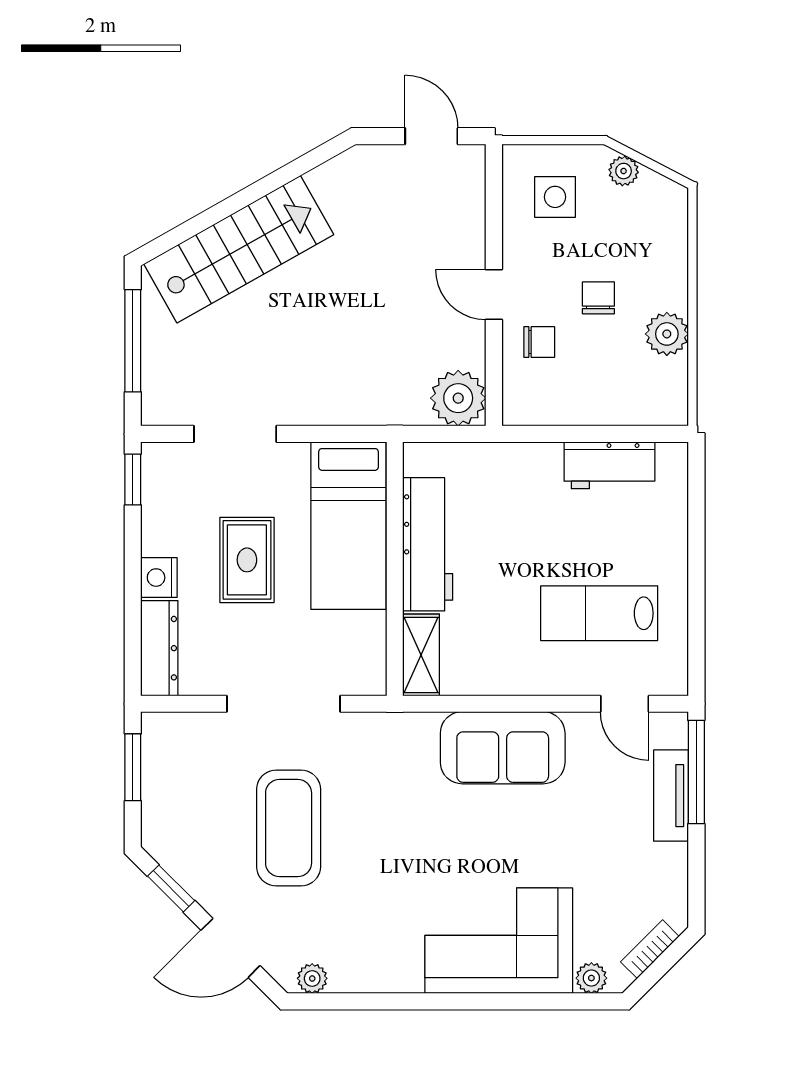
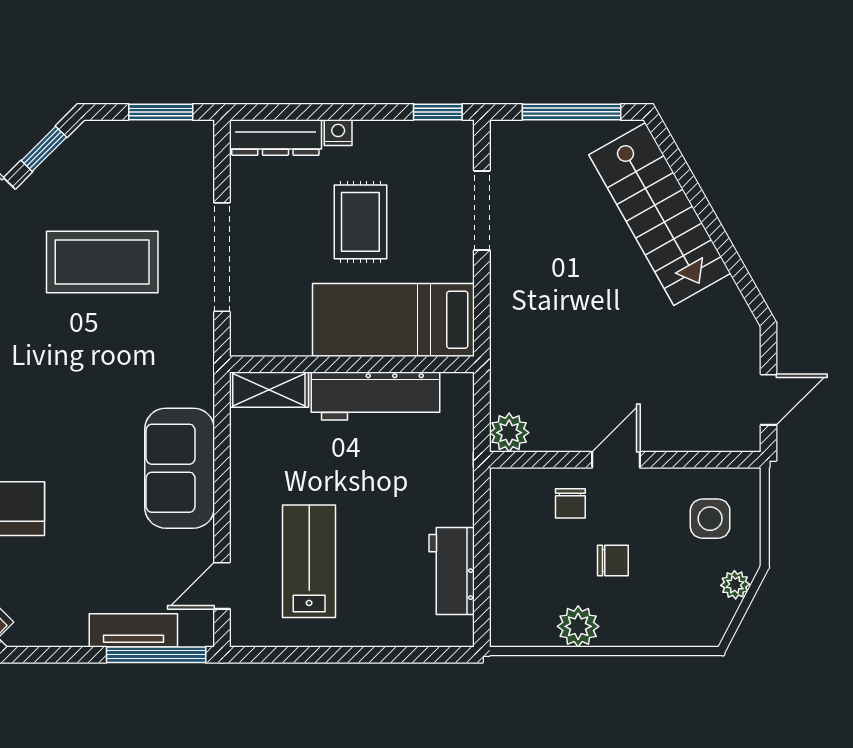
plant: (458, 398) -> (509, 433), width x0.73, depth x0.73
rug: (247, 560) -> (360, 222), turned 90
nightstand: (159, 578) -> (338, 133), width x0.72, depth x0.74

